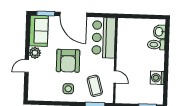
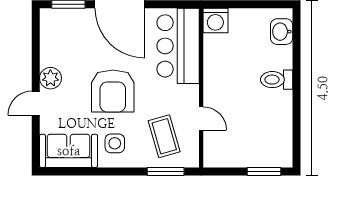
sofa: (39, 31) -> (69, 151), moved, turned -90
toilet: (156, 45) -> (277, 80), moved
washing machine: (157, 78) -> (215, 20), moved, turned -90

